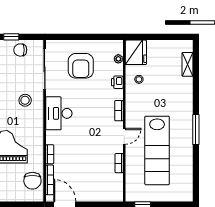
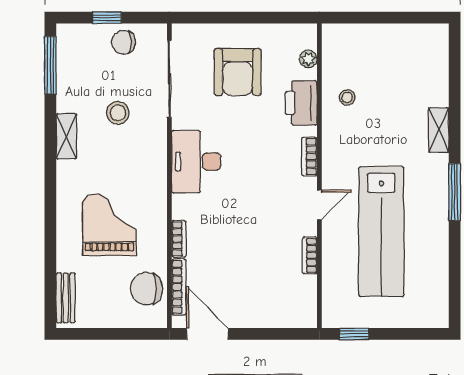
fridge: (136, 52) -> (341, 47), removed
shelving: (187, 64) -> (439, 130), moved
printer: (117, 82) -> (301, 103), width x1.87, depth x1.48
stool: (25, 100) -> (118, 113), moved
chair: (32, 181) -> (146, 289), turned 90

